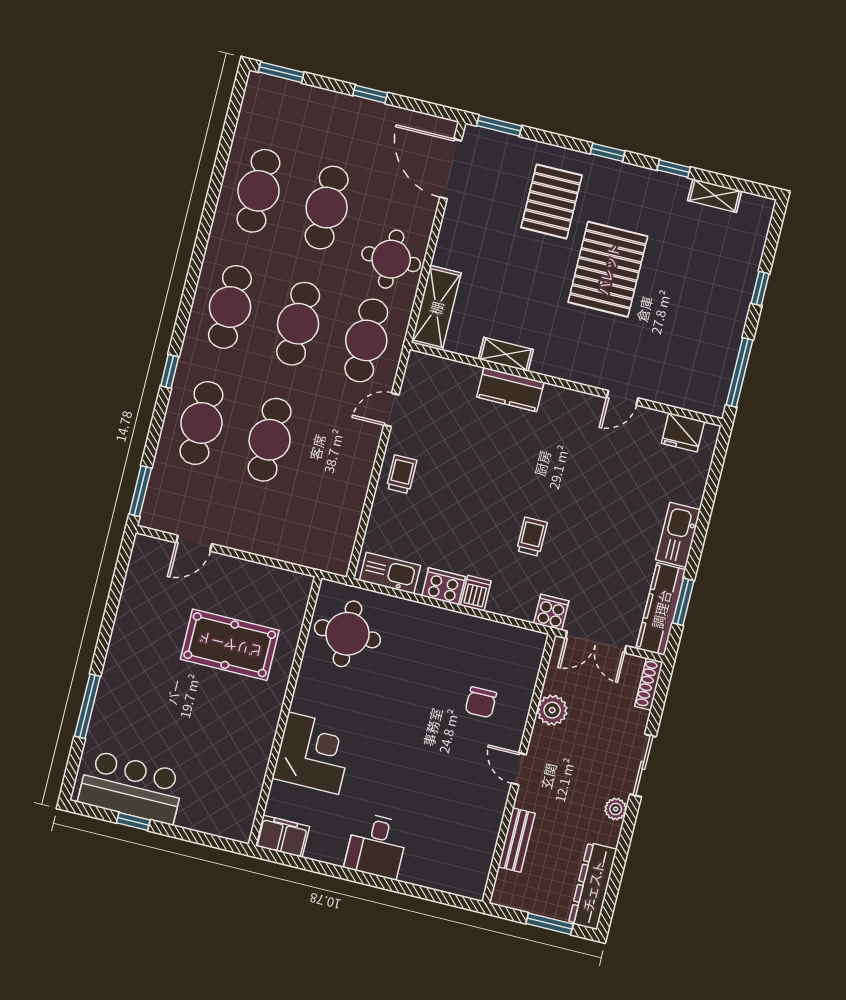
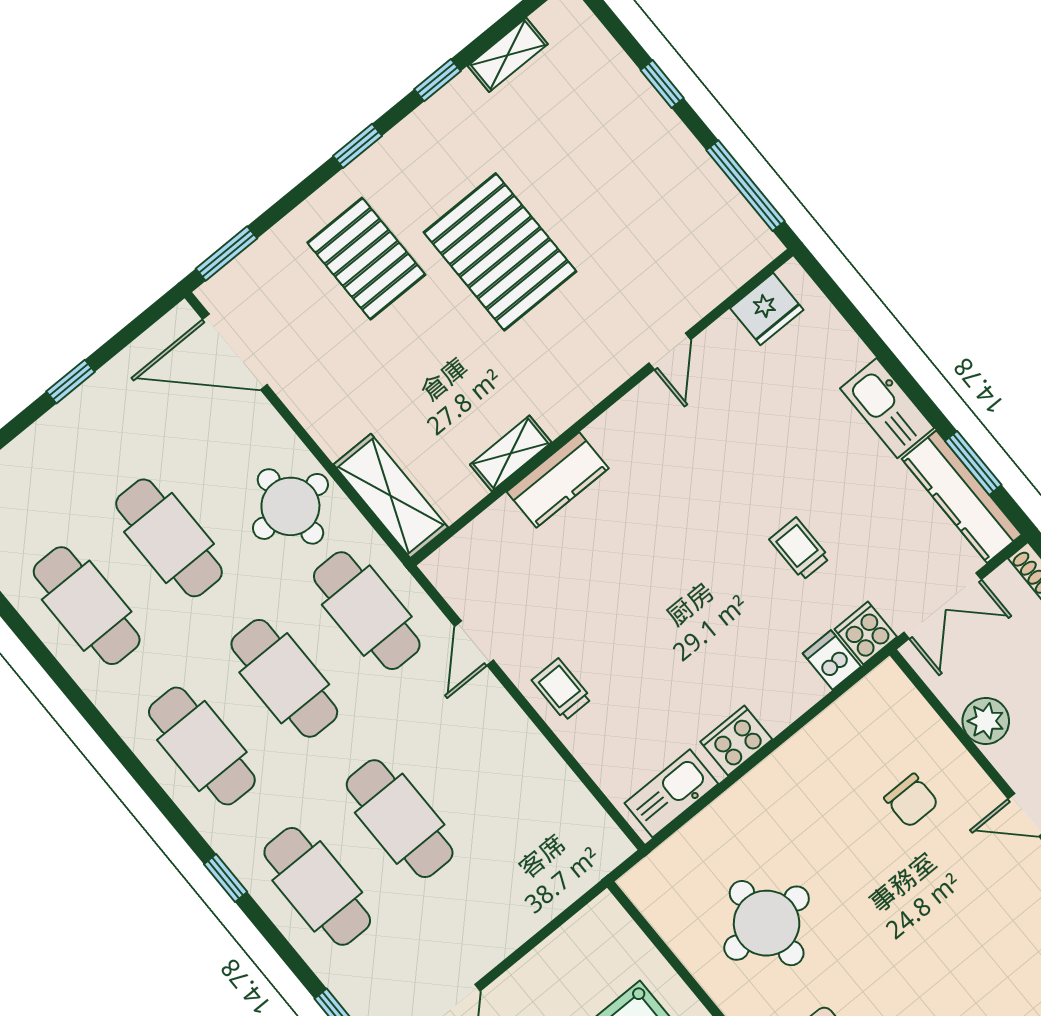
trolley: (532, 537) -> (799, 549), moved
dishwasher: (476, 593) -> (832, 660), moved
round table: (347, 634) -> (767, 923), moved

